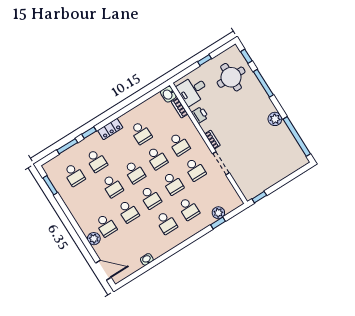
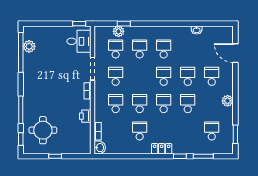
desk: (193, 90) -> (79, 41), moved
plant: (275, 119) -> (29, 46), moved
school desk: (96, 161) -> (188, 131), removed
school desk: (173, 183) -> (116, 49), moved
plant: (94, 239) -> (228, 101), moved
door: (103, 270) -> (235, 53), moved

